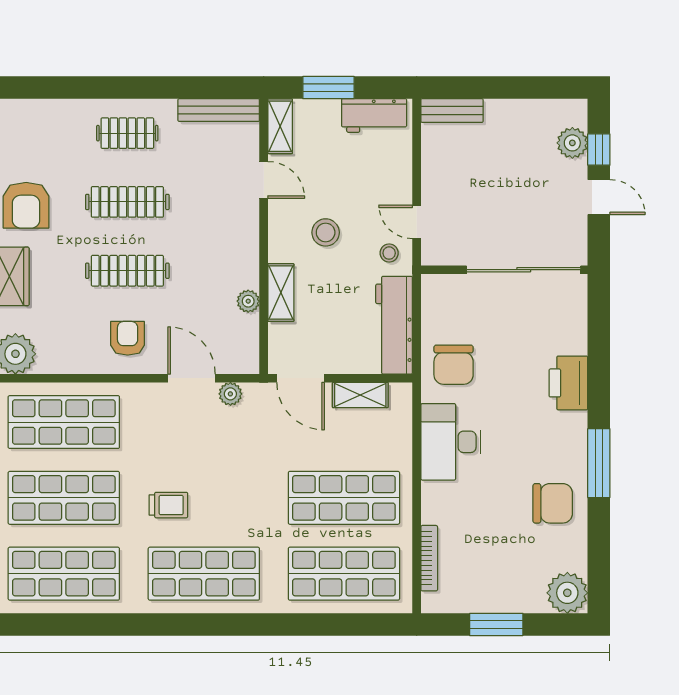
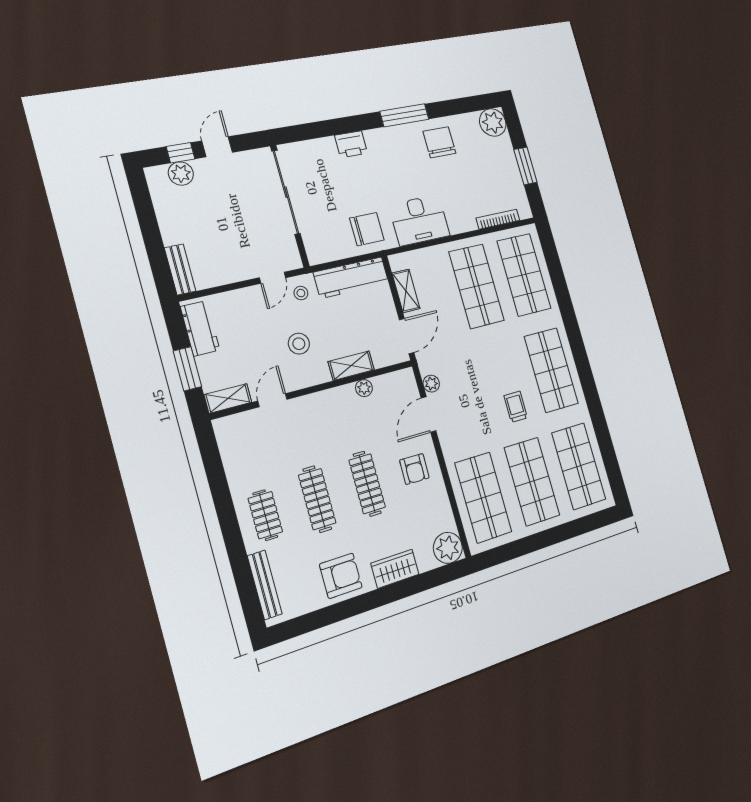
bench: (219, 110) -> (265, 585), moved
armchair: (128, 338) -> (414, 469), turned -89
printer: (568, 383) -> (351, 144), width x0.73, depth x0.84

